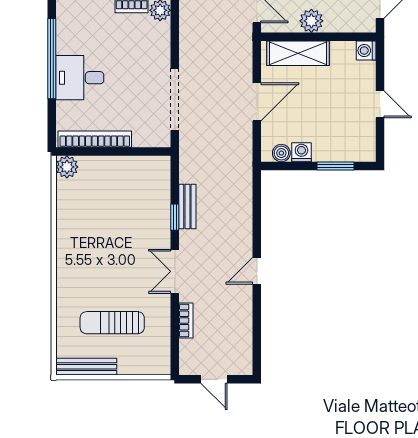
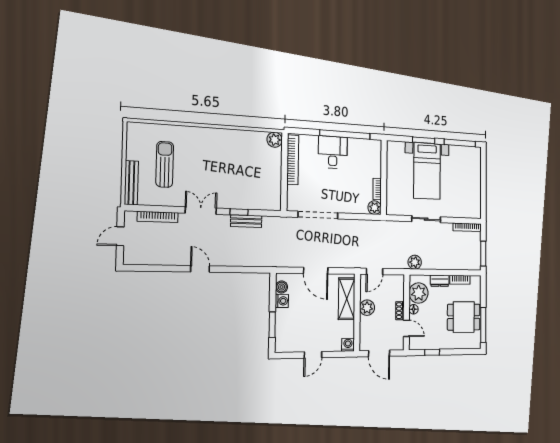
bookcase: (186, 320) -> (158, 217), width x1.56
bench: (86, 367) -> (131, 183), moved

